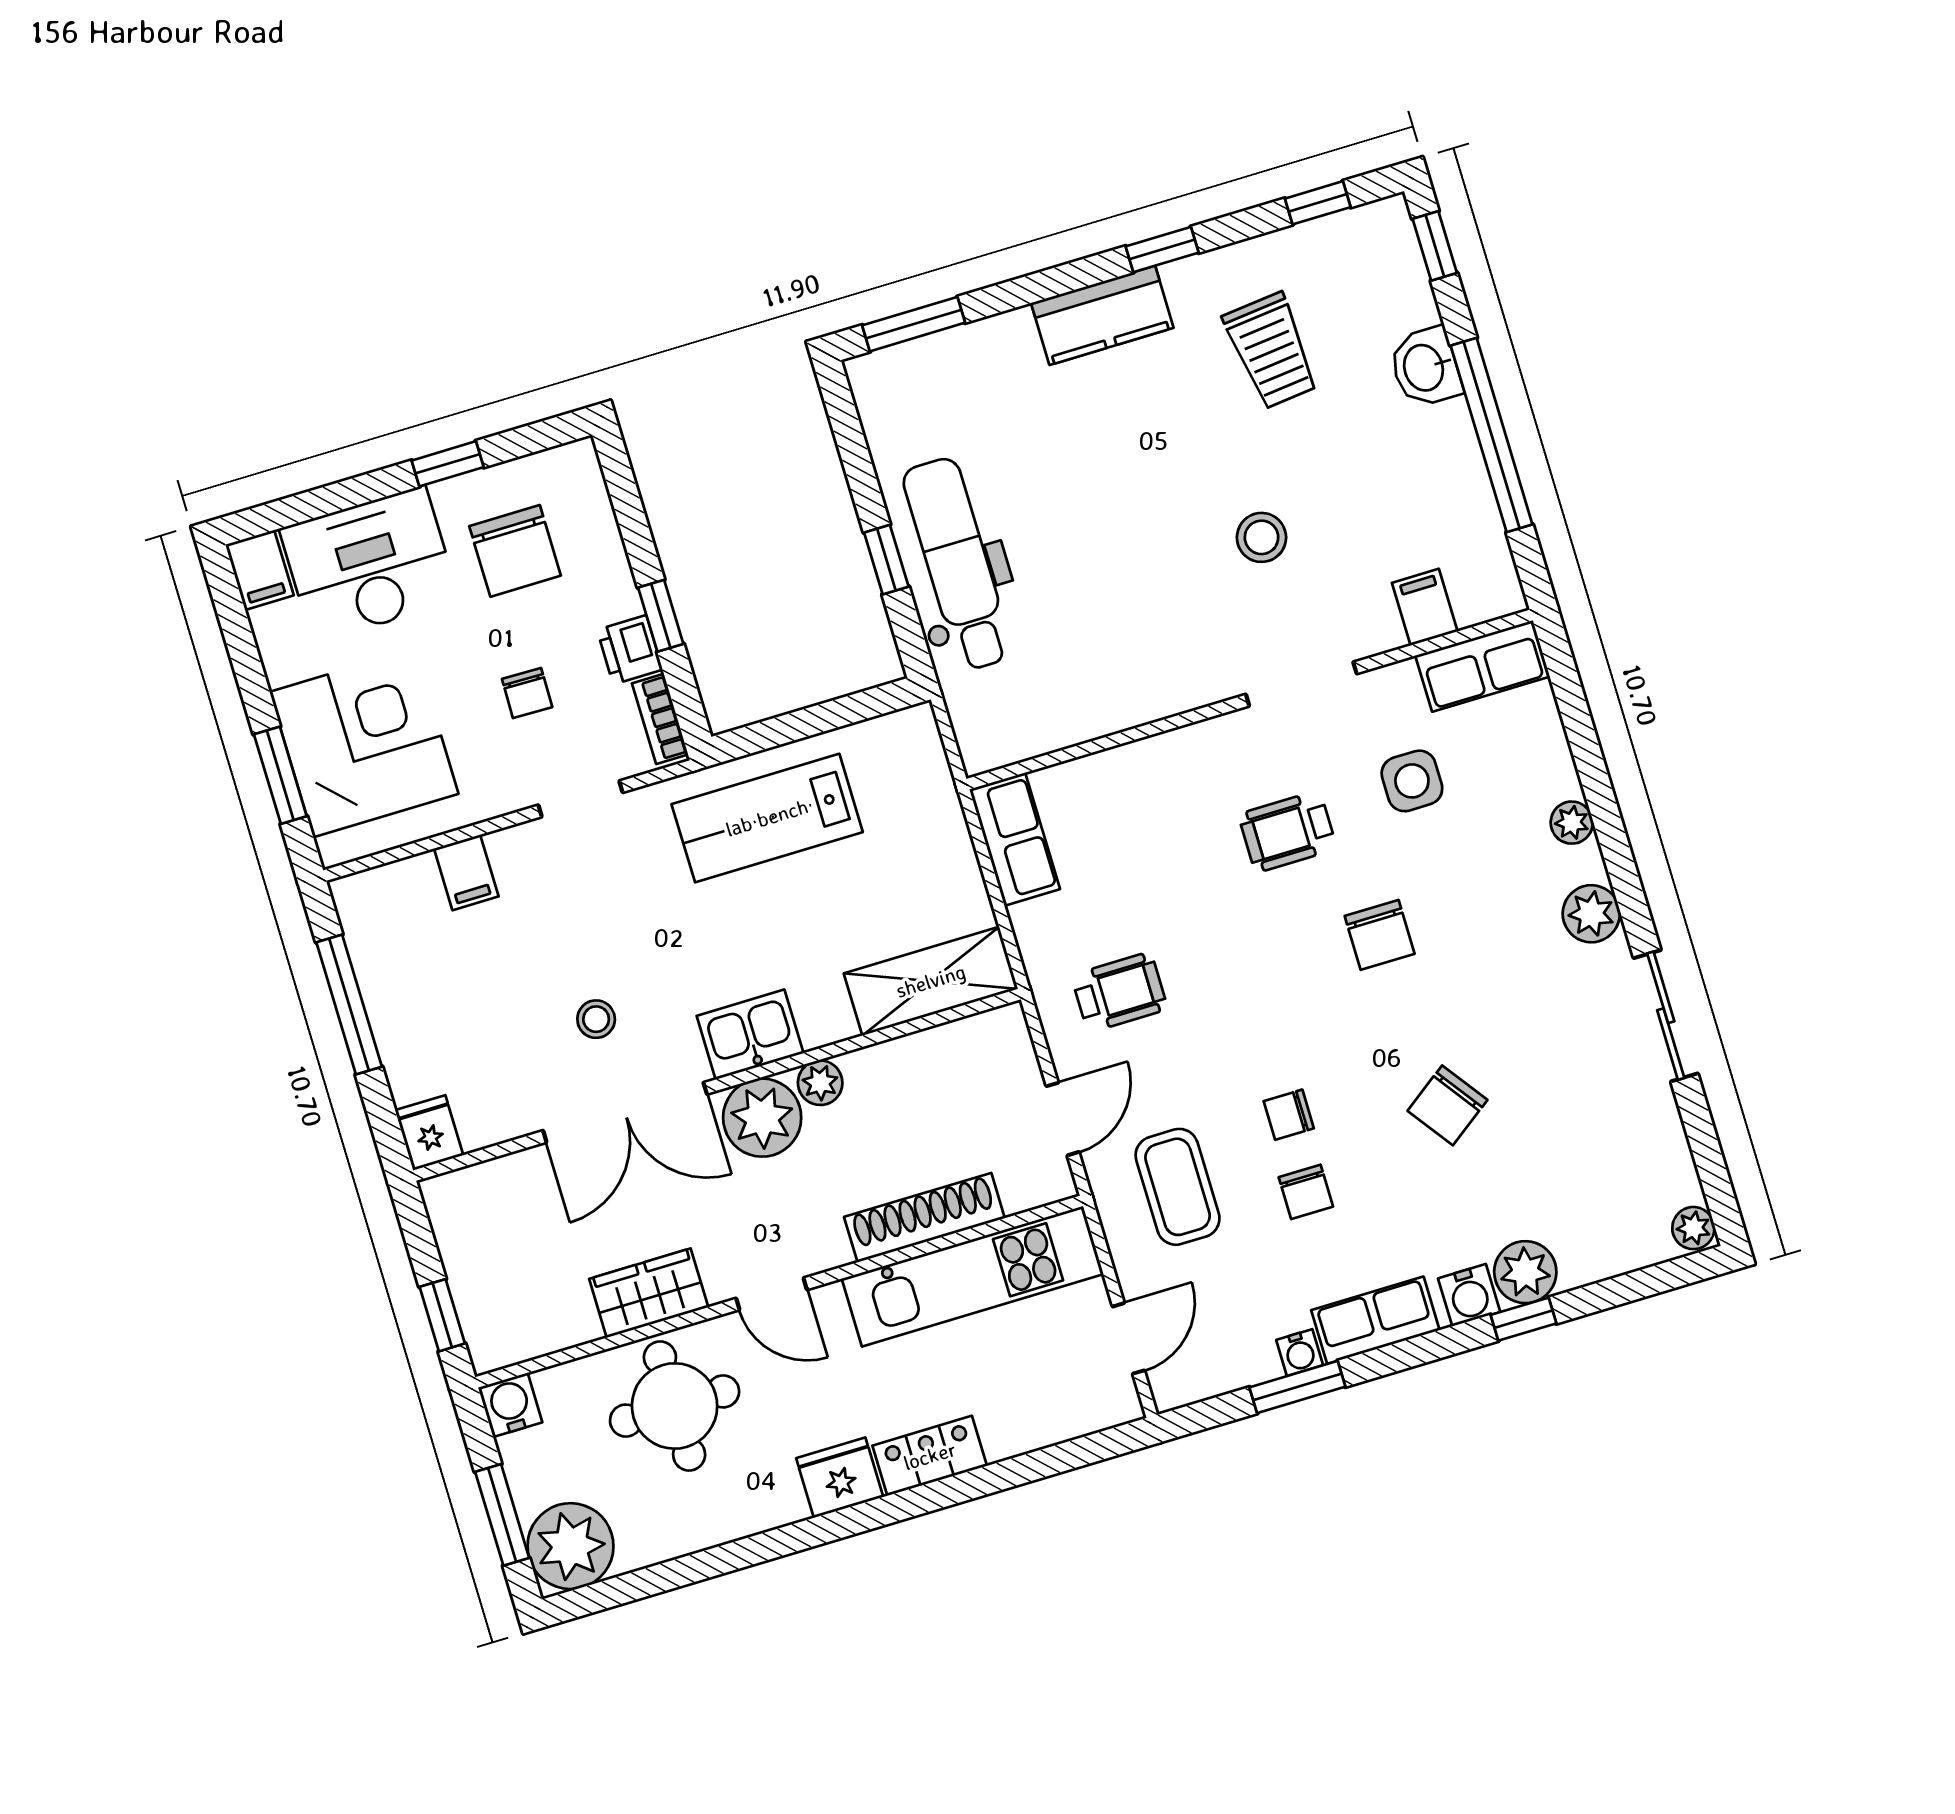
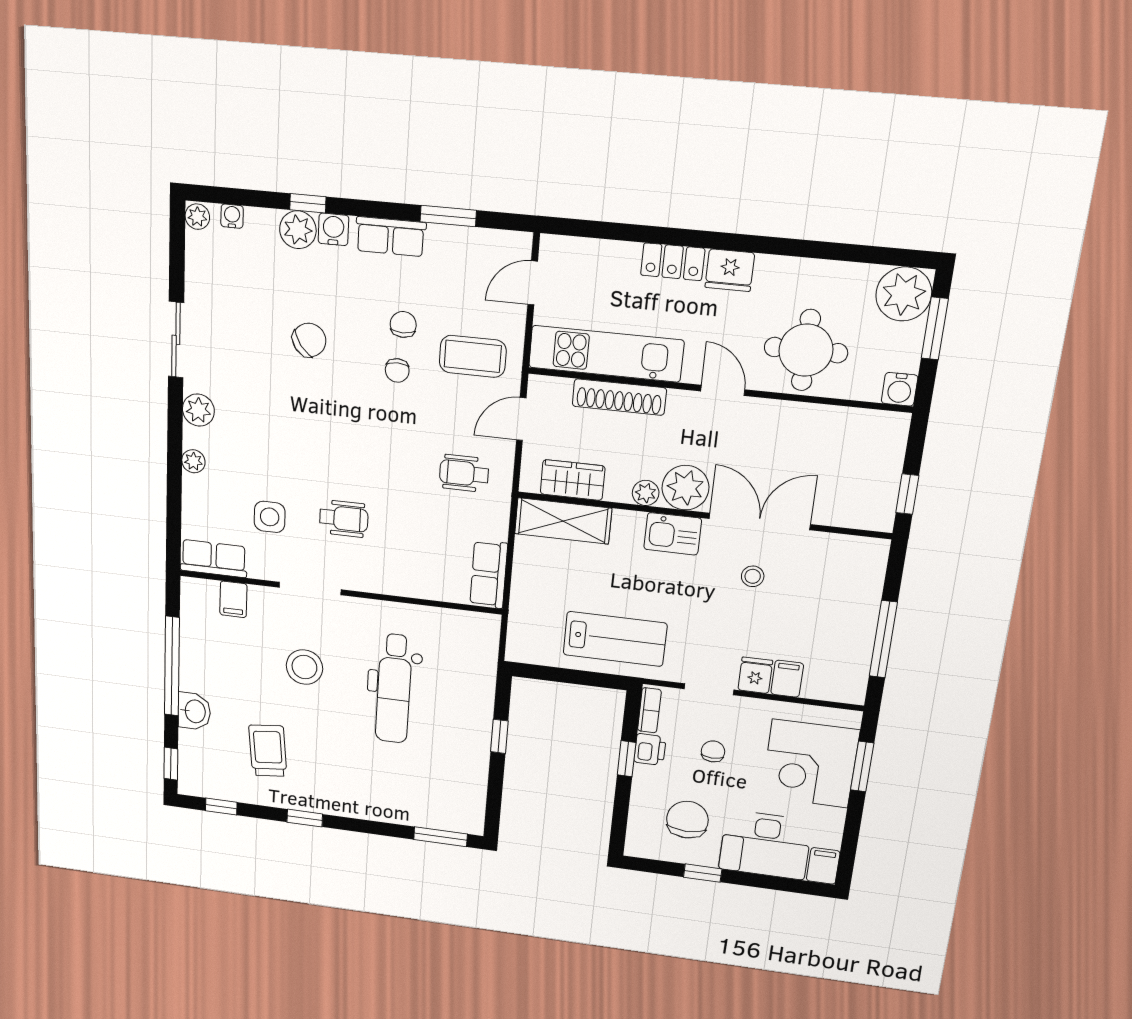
kitchen counter: (1102, 315) -> (346, 801), removed
stool: (1261, 537) -> (304, 667), width x1.38, depth x1.38
dental chair: (958, 564) -> (394, 689), moved
chair: (1380, 935) -> (314, 445), removed
chair: (1289, 1115) -> (397, 370), turned 90
fridge: (429, 1133) -> (755, 675), moved, turned 180
coffee table: (1178, 1187) -> (473, 356), turned 90
wardrobe: (649, 1293) -> (573, 480), moved, turned 180
window: (442, 1315) -> (907, 494), moved
water cooler: (1300, 1353) -> (232, 216), moved

